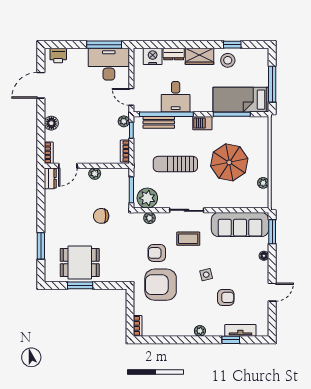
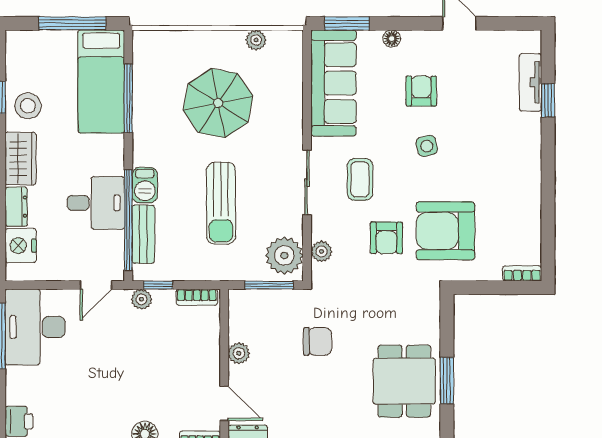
barbecue: (202, 123) -> (145, 185), moved
chair: (101, 216) -> (318, 341), turned -90
armchair: (161, 285) -> (445, 231), turned 90
armchair: (226, 297) -> (421, 91), moved
plant: (200, 331) -> (531, 158), removed

